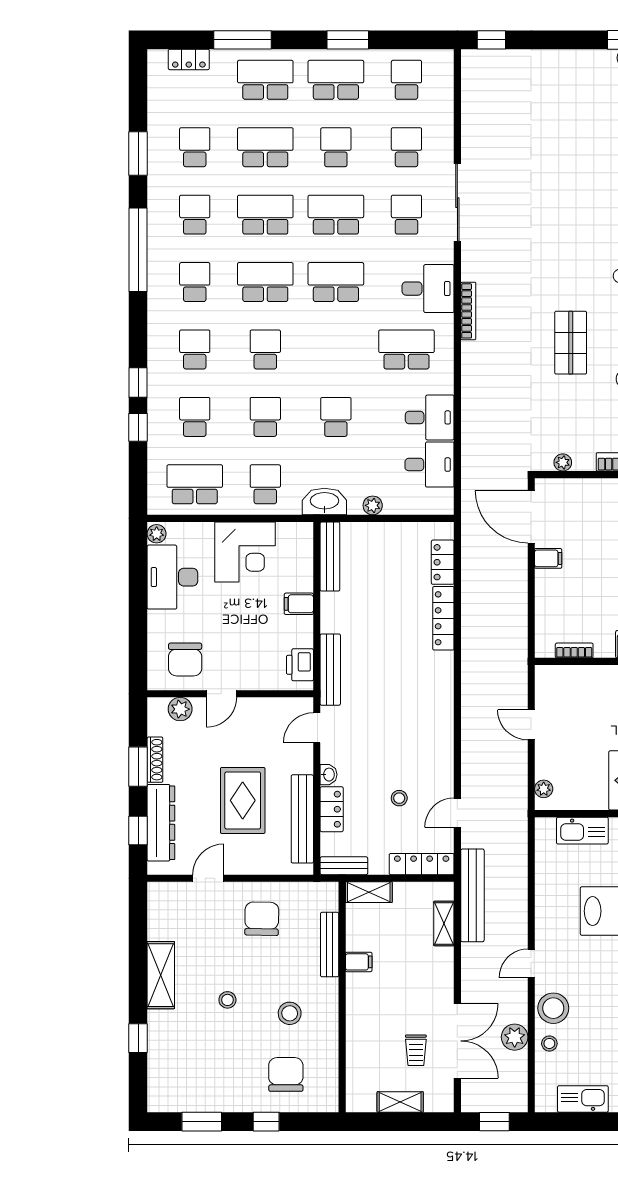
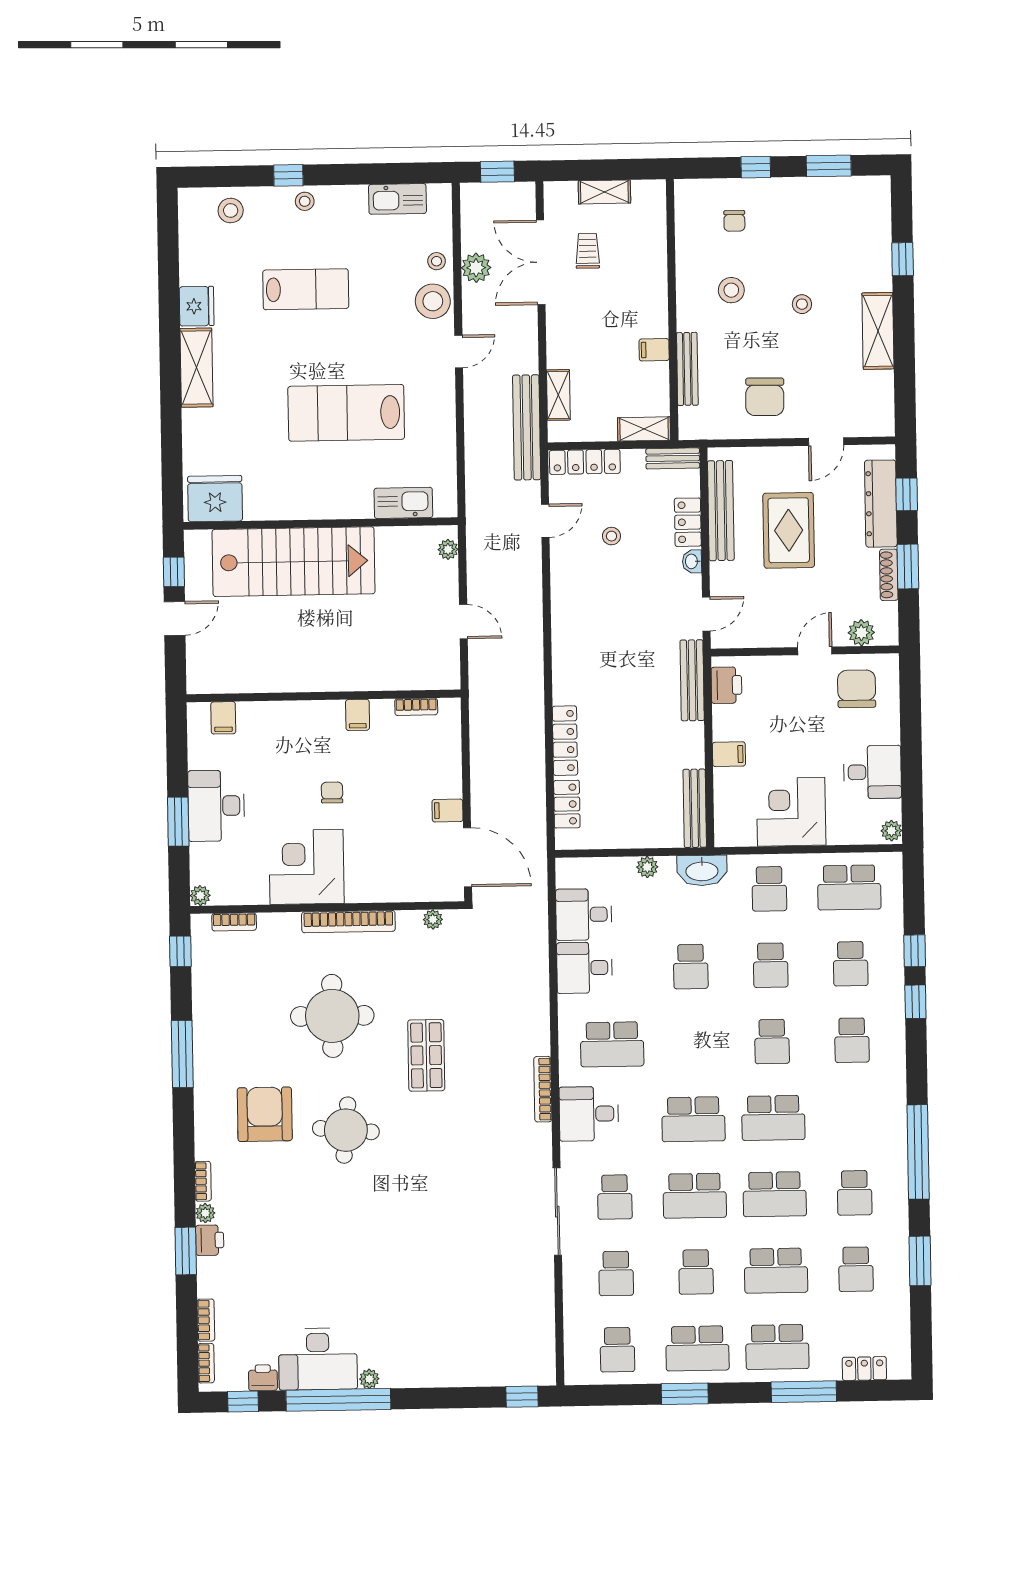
school desk: (195, 282) -> (853, 1116), removed
desk: (172, 577) -> (872, 772), width x0.73
chair: (286, 1074) -> (734, 221), width x0.54, depth x0.54

